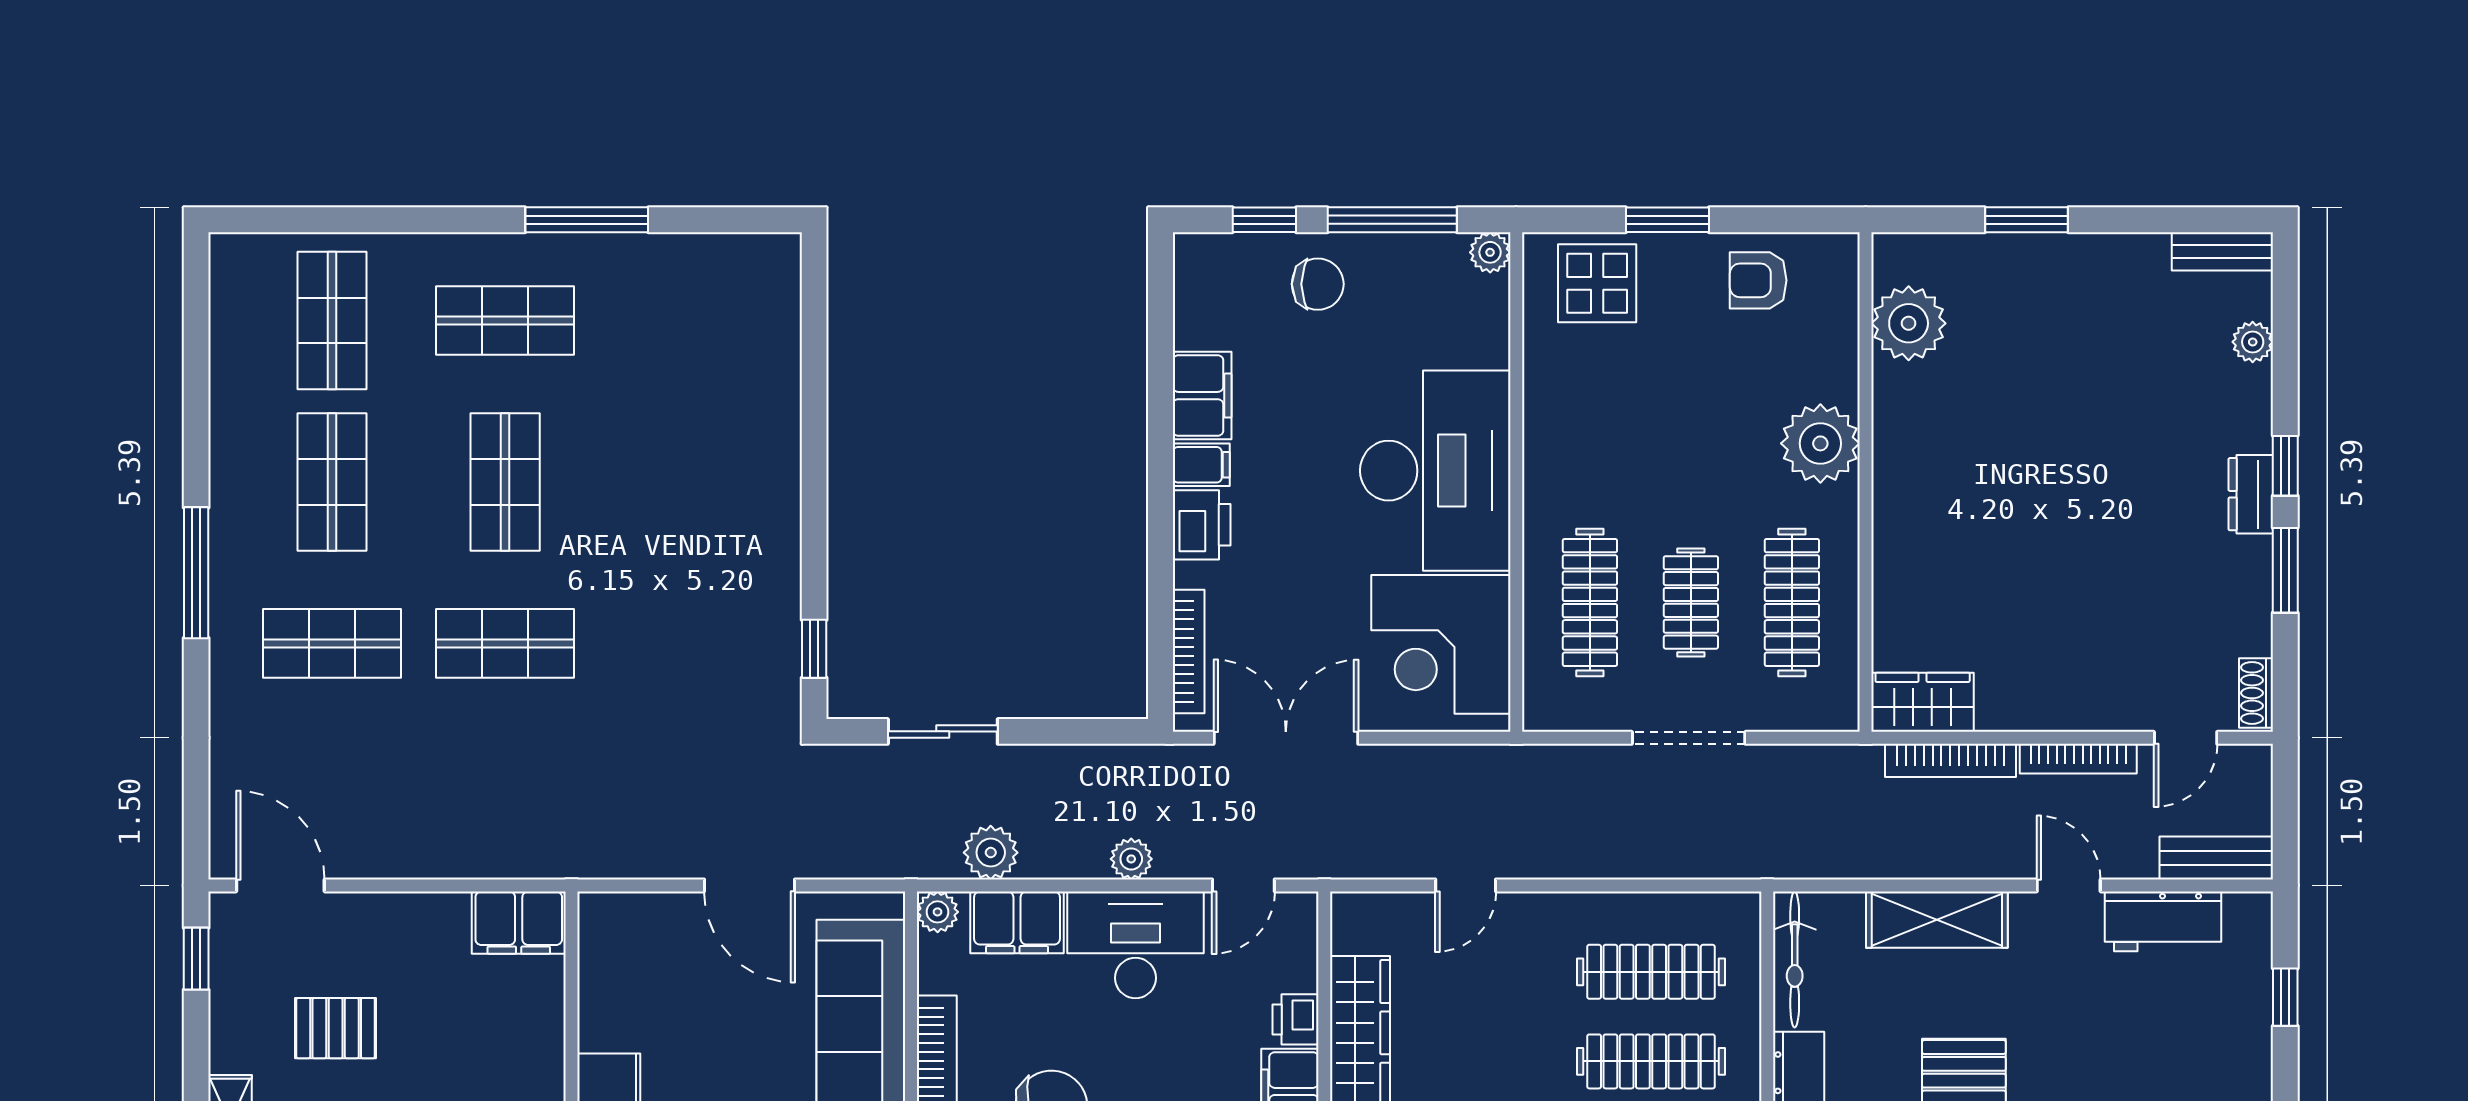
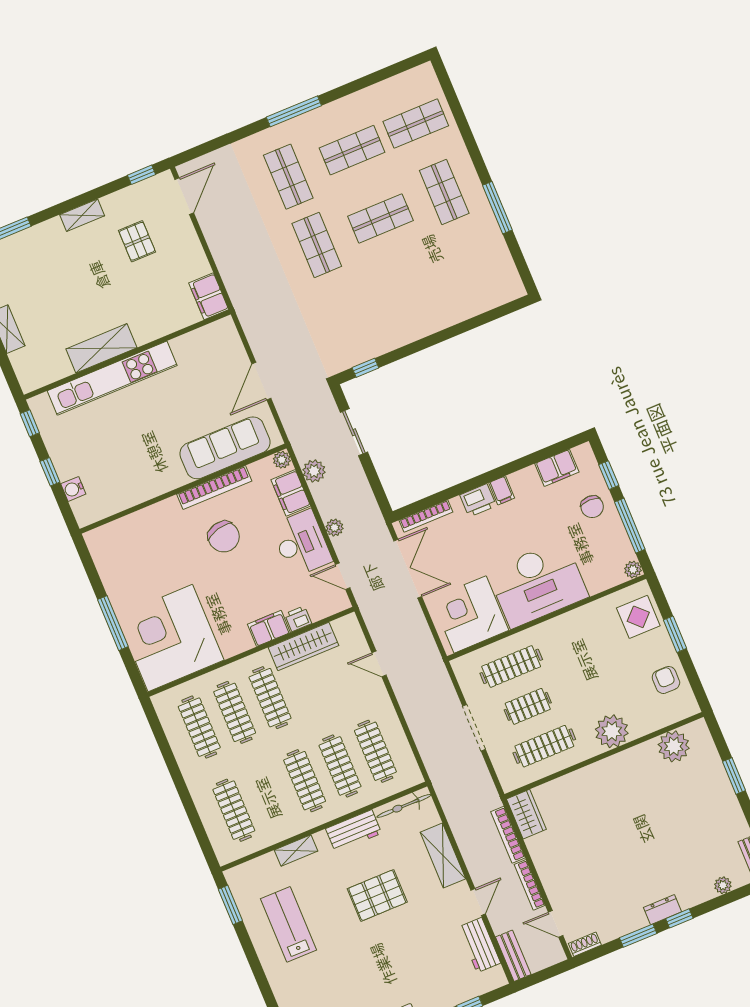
filing cabinet: (1202, 396) -> (557, 468), moved

